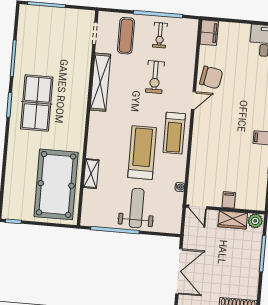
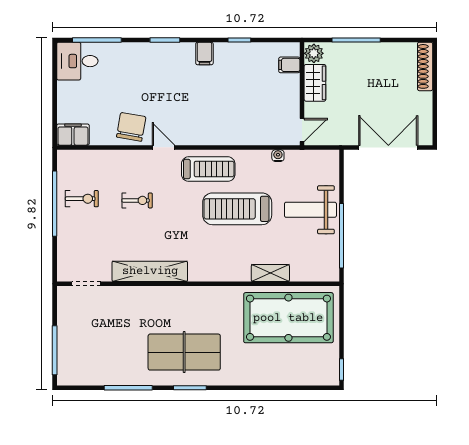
exercise mat: (126, 36) -> (86, 243), removed
exercise bike: (155, 77) -> (137, 200), width x0.73, depth x0.72
filing cabinet: (229, 200) -> (289, 65), moved

